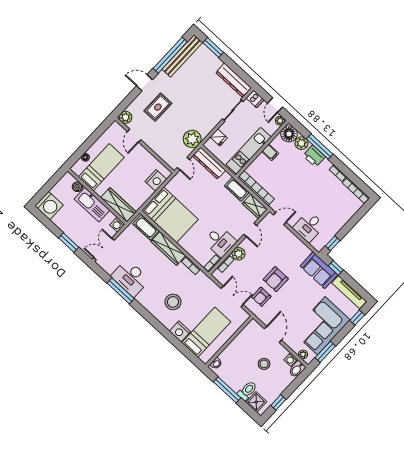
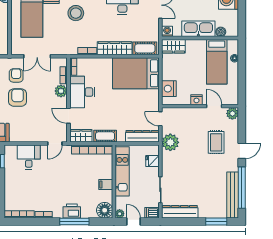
plant: (301, 143) -> (89, 212), removed
nightstand: (143, 153) -> (196, 100), added
wardrobe: (118, 205) -> (173, 46), width x0.67
desk: (220, 241) -> (82, 92), width x1.37

